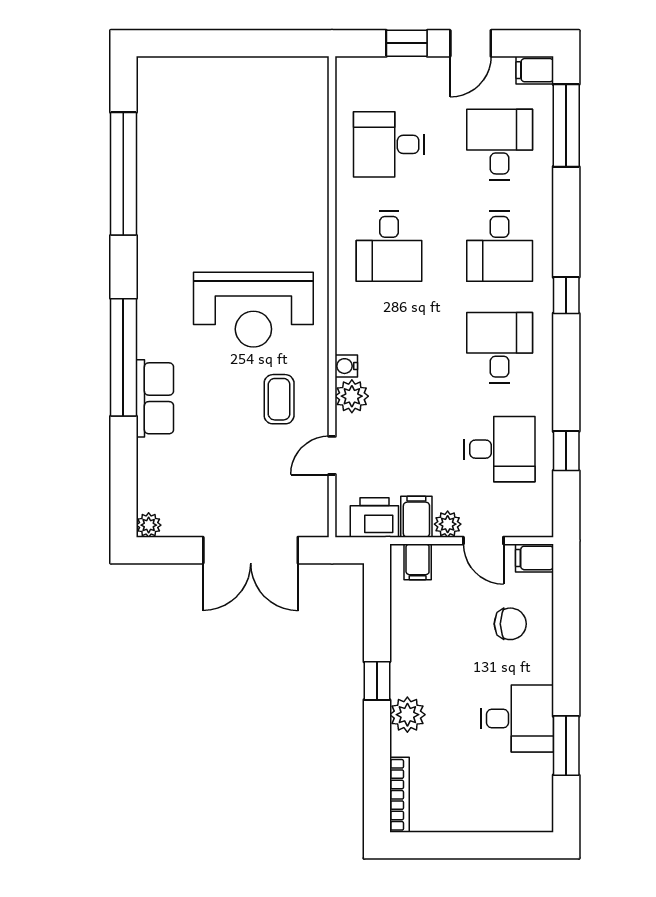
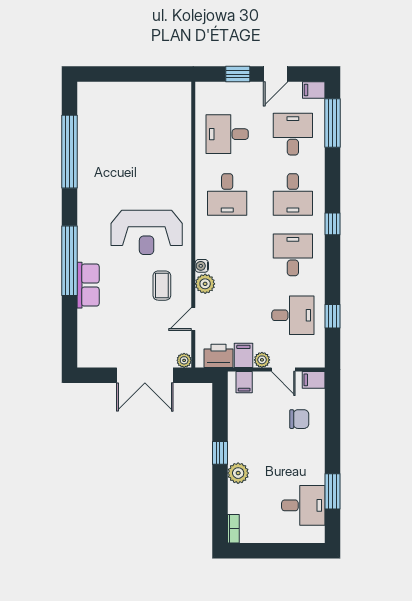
plant: (149, 525) -> (184, 360), moved
desk: (517, 719) -> (303, 505), moved
bookcase: (399, 795) -> (233, 529), width x0.64

